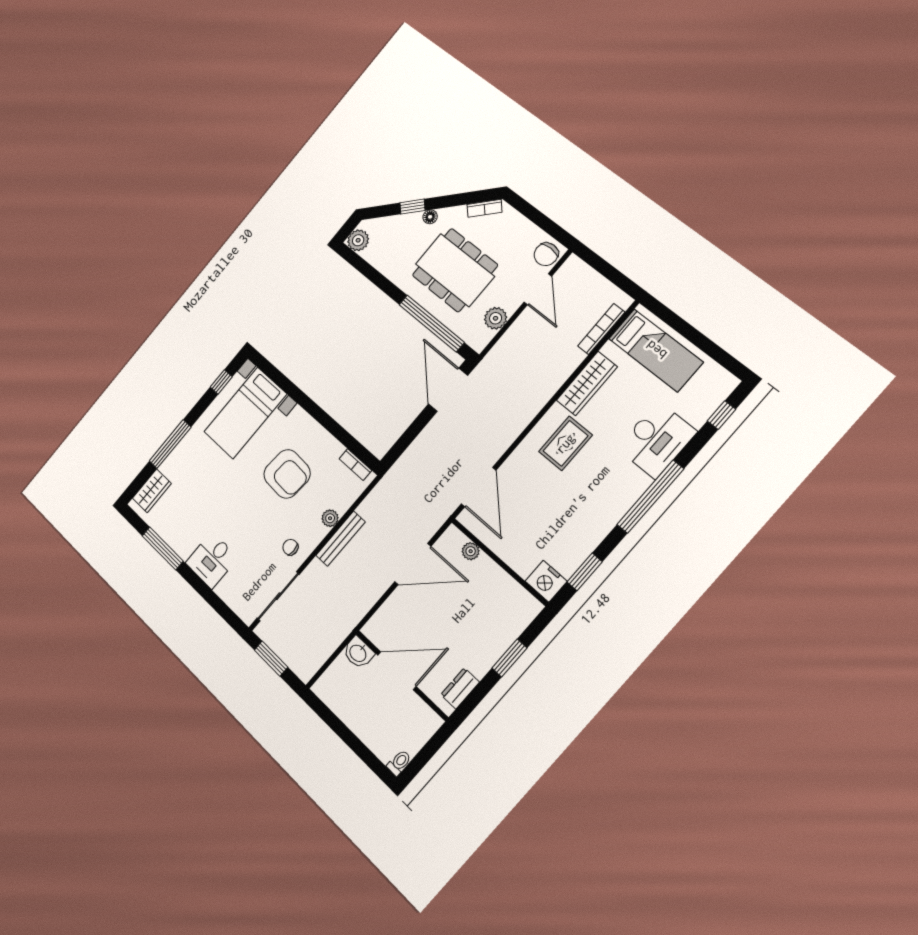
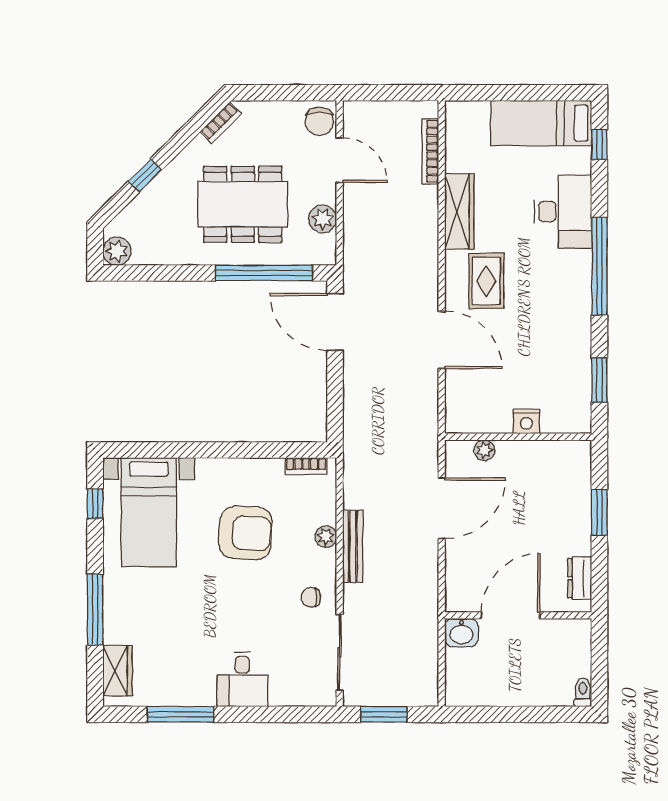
floor lamp: (430, 217) -> (172, 172), removed
bed: (656, 350) -> (541, 123), moved, turned 180
door: (479, 487) -> (442, 340), moved
nightstand: (546, 581) -> (526, 421), moved, width x0.74, depth x0.75

